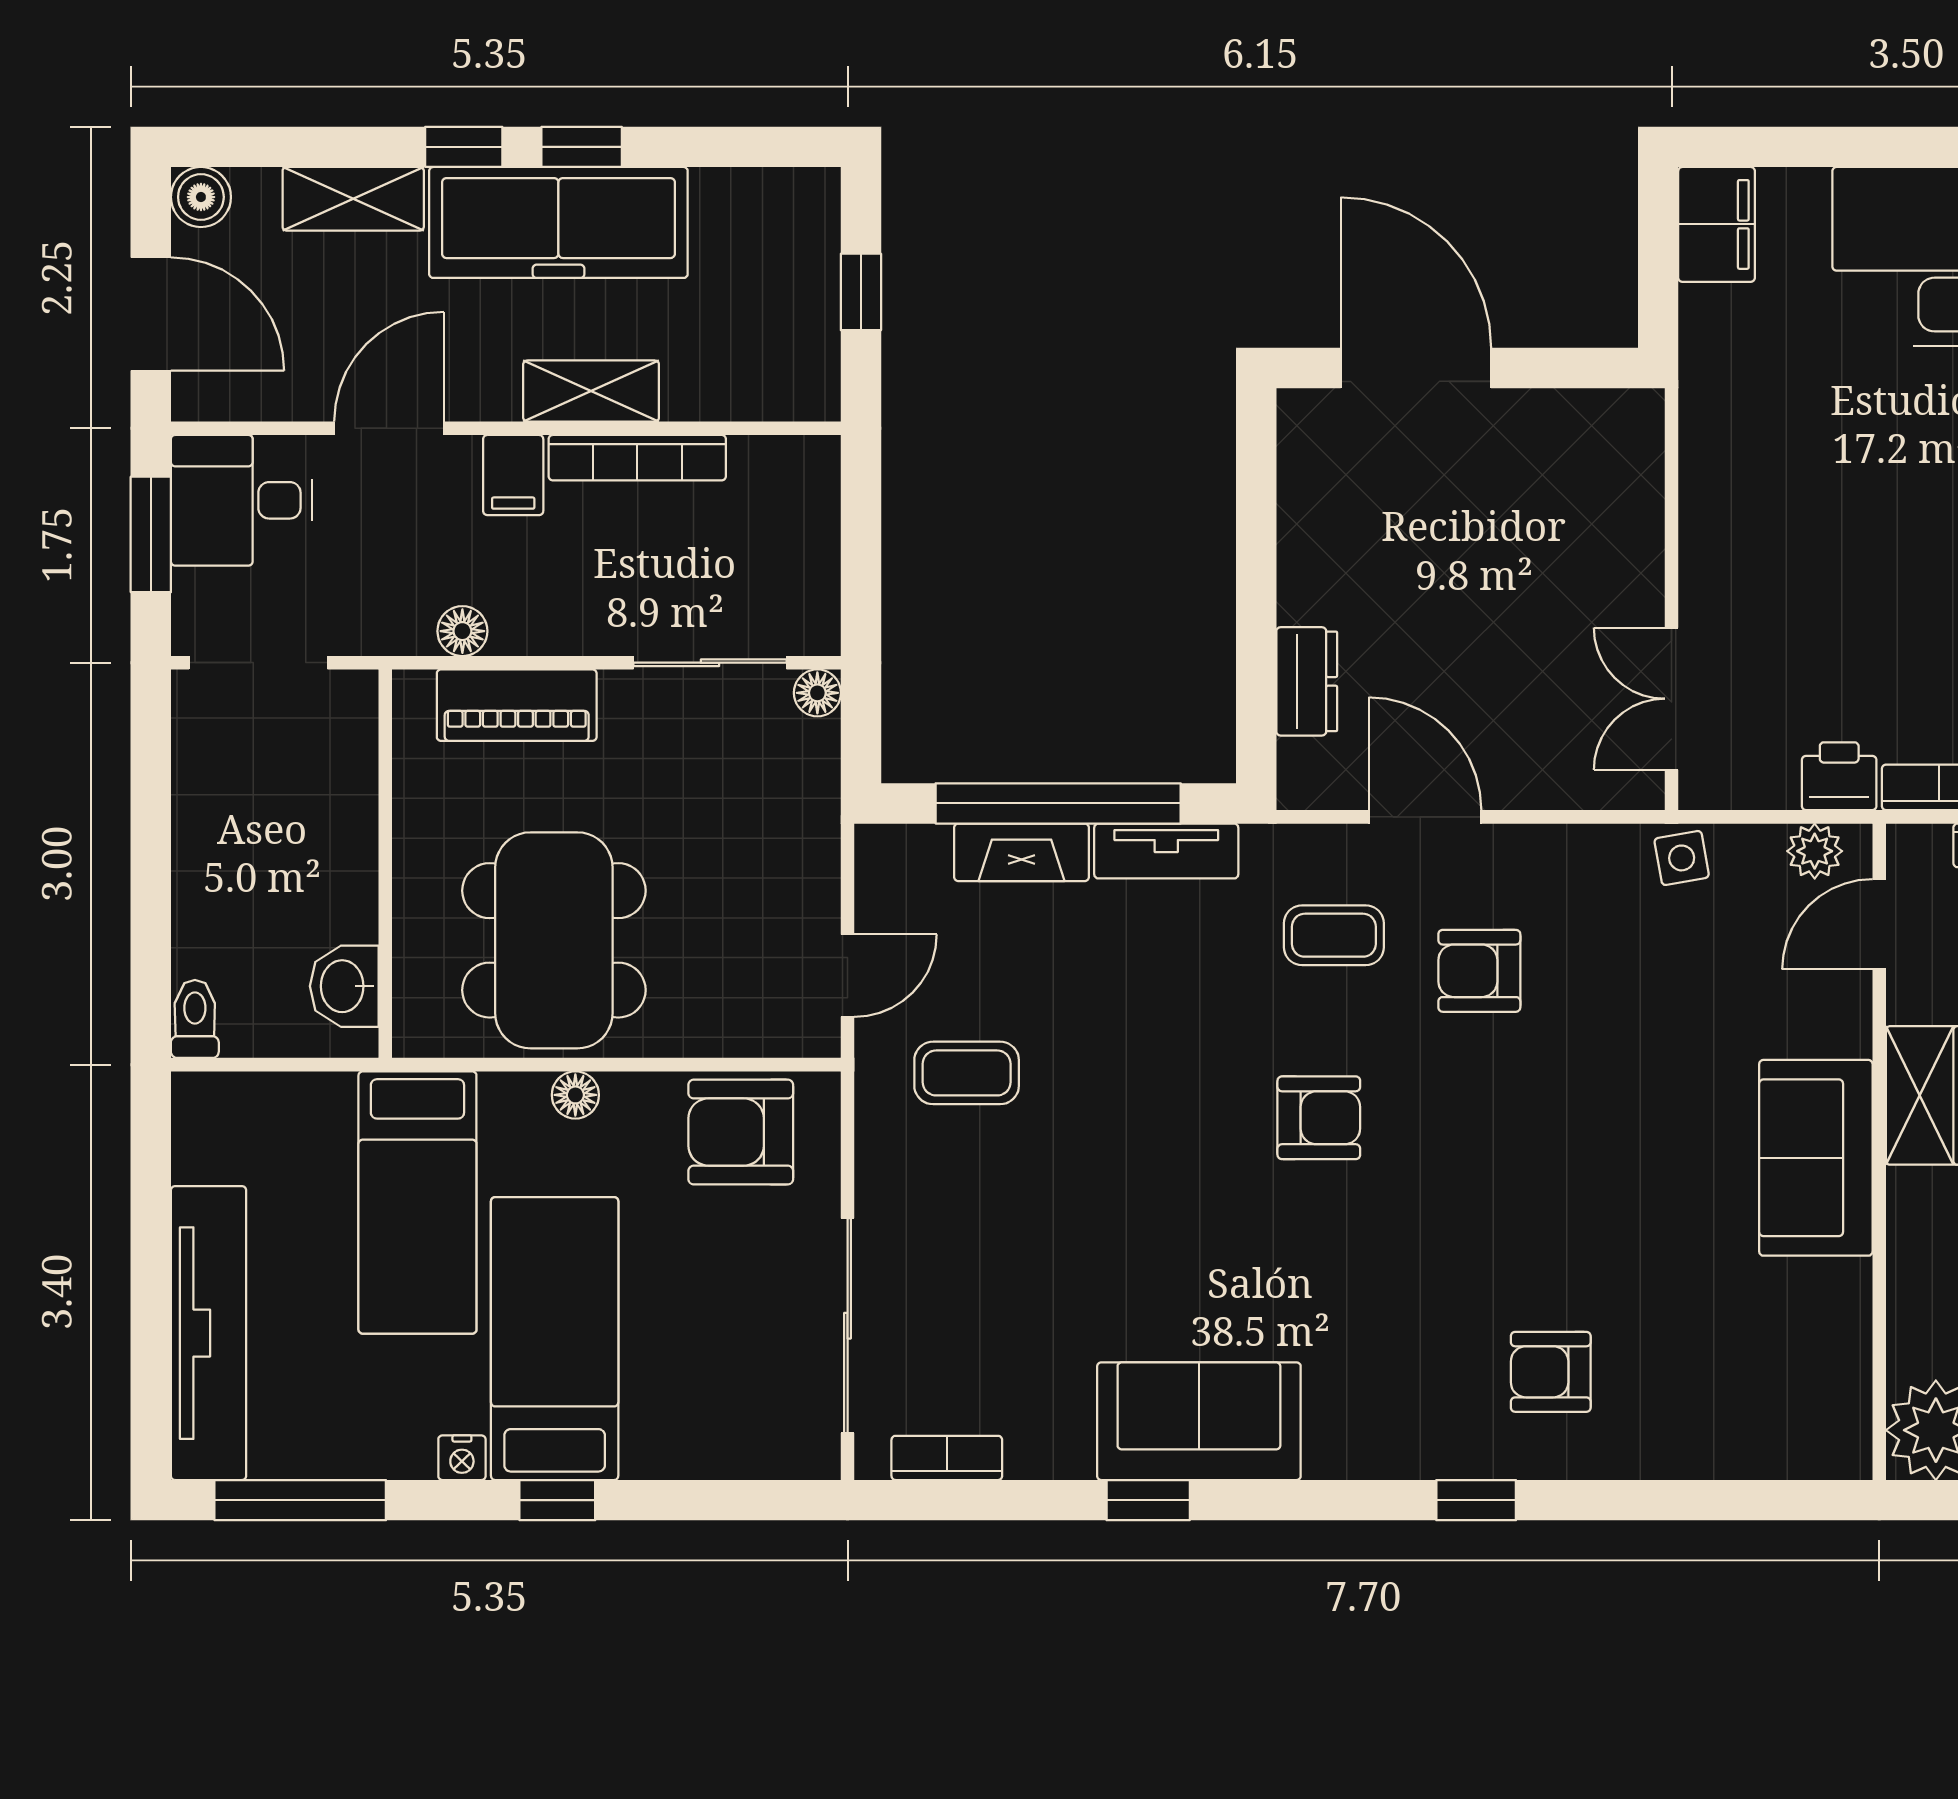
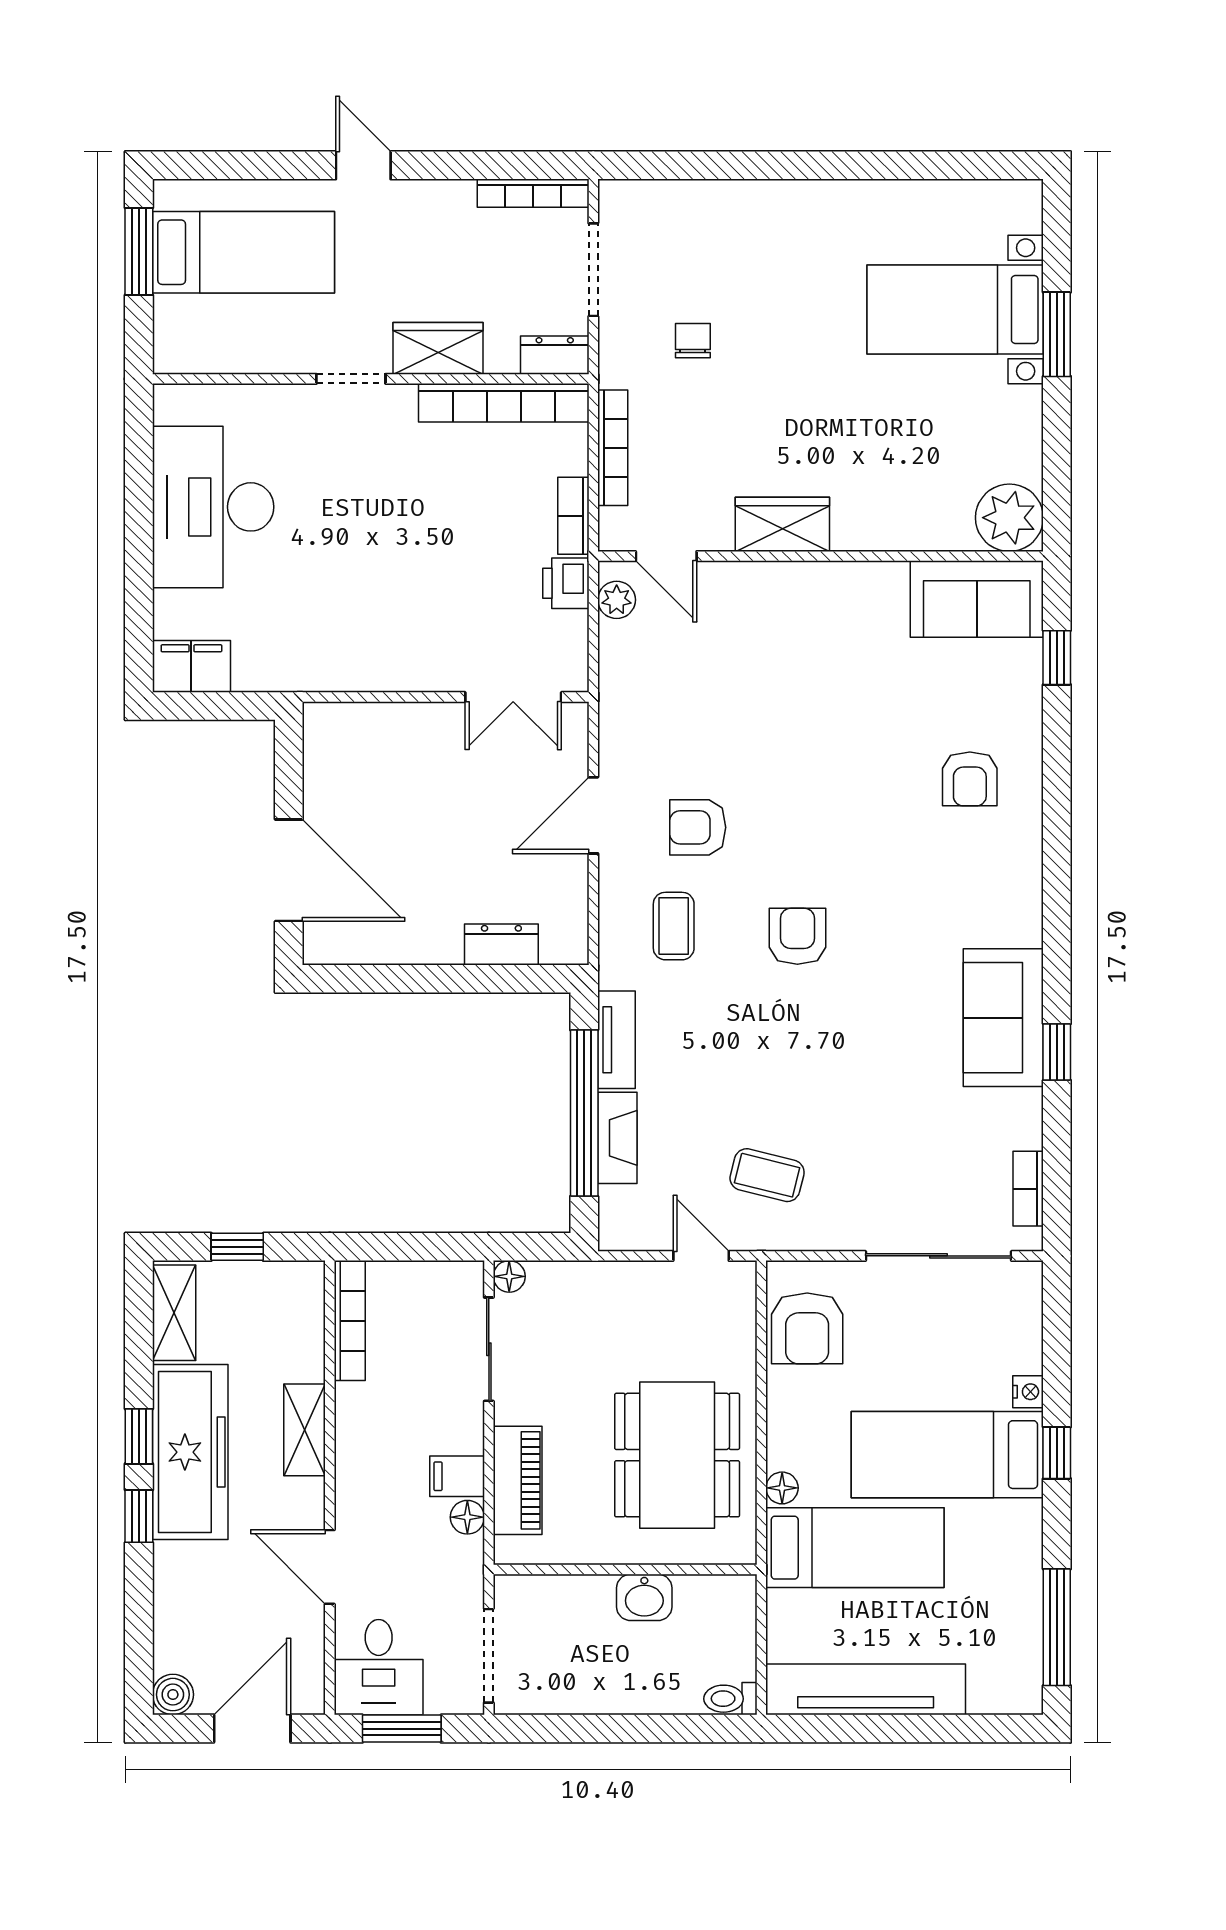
shelving: (353, 199) -> (174, 1313), moved
door: (1416, 368) -> (289, 870), swing flipped
bookcase: (637, 458) -> (350, 1321), moved
filing cabinet: (513, 475) -> (457, 1476), moved, turned 180
door: (1425, 817) -> (593, 815), moved
side table: (1682, 858) -> (621, 690), removed
dining table: (554, 940) -> (677, 1455), turned 90
armchair: (1479, 971) -> (698, 827), turned 90
washbasin: (344, 986) -> (644, 1597), moved
coffee table: (967, 1073) -> (767, 1175), turned -76
floor lamp: (575, 1095) -> (782, 1488), moved
sofa: (1816, 1158) -> (977, 599), moved
tv unit: (209, 1333) -> (866, 1689), moved
nightstand: (462, 1458) -> (1028, 1392), moved
window: (1476, 1500) -> (1057, 658), moved

